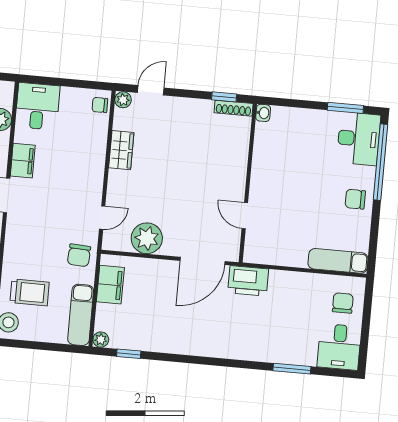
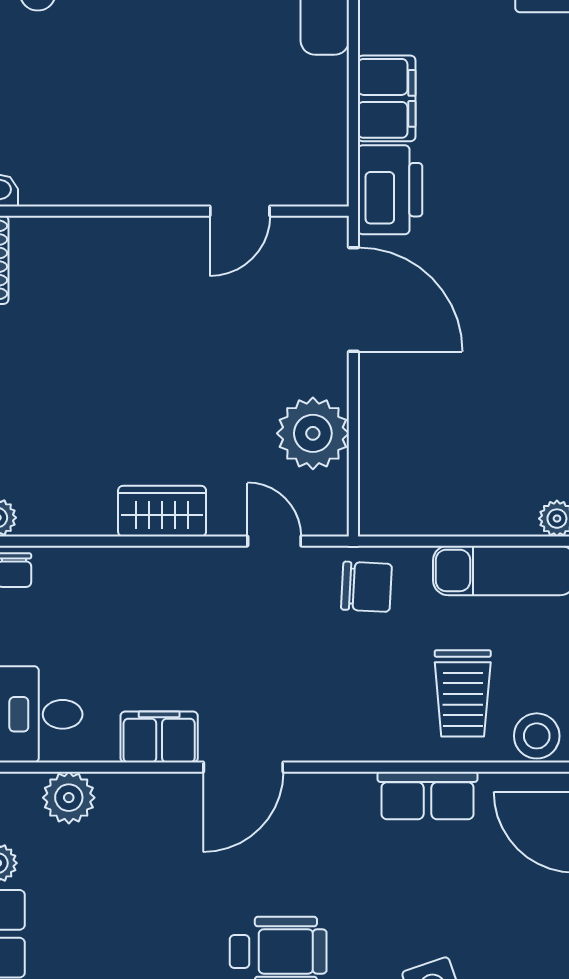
wardrobe: (121, 150) -> (162, 511), moved
filing cabinet: (110, 285) -> (387, 98), moved, turned 90
trolley: (30, 292) -> (463, 693), turned 180

